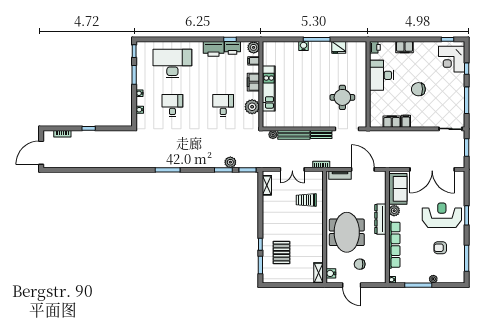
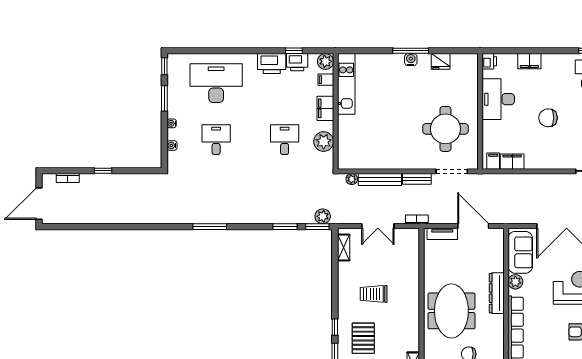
water cooler: (304, 46) -> (411, 60), moved
kitchen unit: (269, 88) -> (346, 84), moved
round table: (342, 97) -> (445, 129), width x1.36, depth x1.36
filing cabinet: (406, 121) -> (493, 161), moved
plant: (230, 162) -> (323, 216), moved
trolley: (306, 200) -> (374, 294), moved

